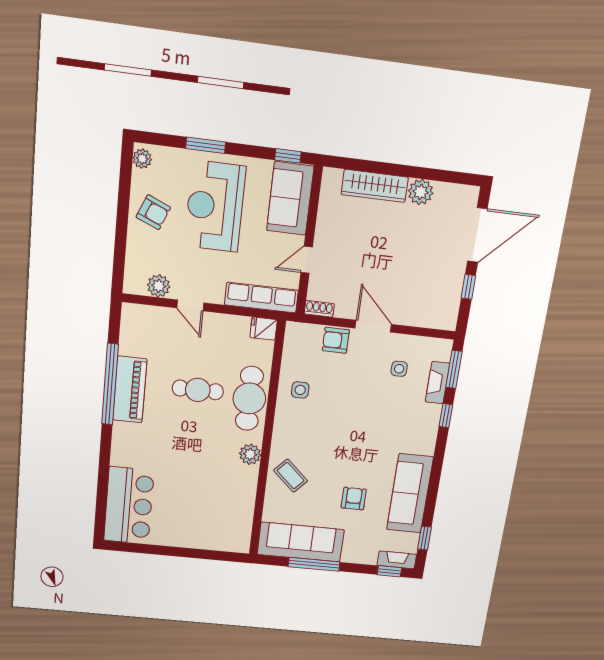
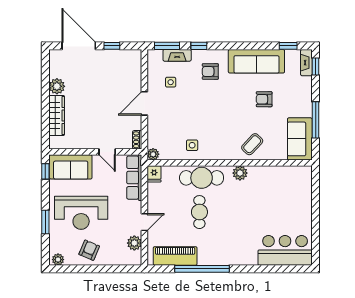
plant: (294, 331) -> (153, 154), added
armchair: (336, 340) -> (210, 71), moved, turned 90
piano: (130, 390) -> (175, 256), moved
sofa: (301, 542) -> (300, 139), width x0.73

